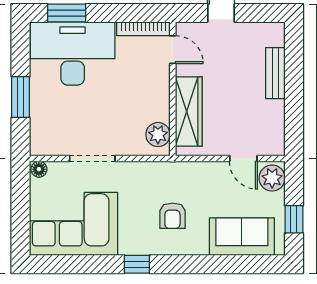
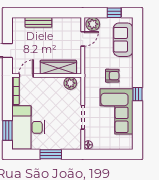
corner sofa: (74, 224) -> (117, 111), moved

